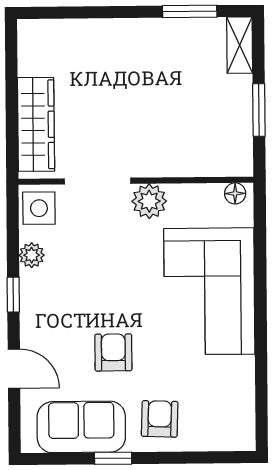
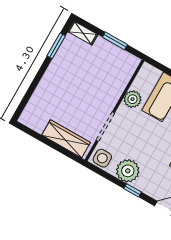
floor lamp: (235, 193) -> (144, 71), removed
plant: (149, 201) -> (133, 99), moved
plant: (32, 255) -> (128, 171), width x1.88, depth x1.88

